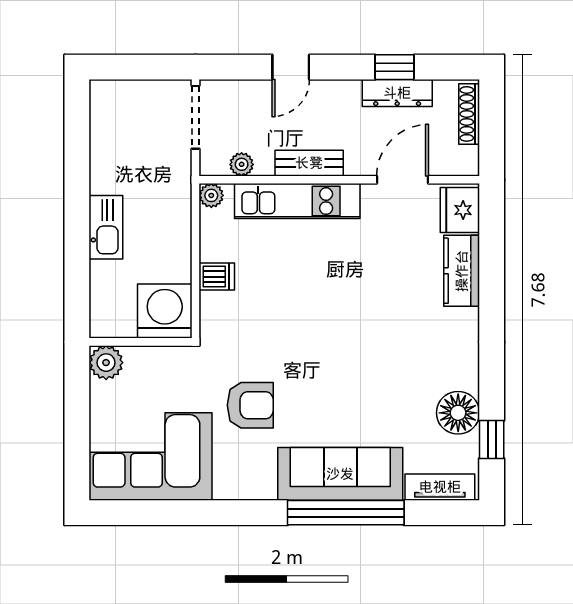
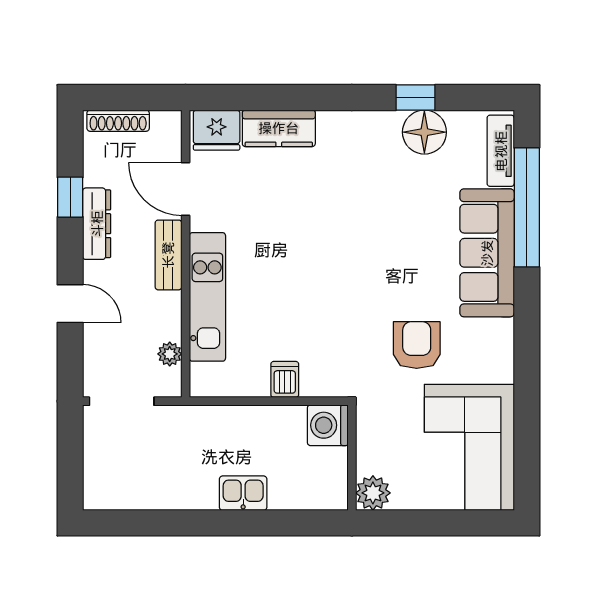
dresser: (397, 93) -> (97, 224), moved
bench: (309, 163) -> (168, 255), moved
plant: (211, 195) -> (202, 385), removed
kitchen sink: (106, 227) -> (243, 493), width x0.73
washing machine: (165, 311) -> (328, 425), width x0.73, depth x0.73
window: (492, 440) -> (415, 98), moved
window: (346, 513) -> (527, 207), moved

